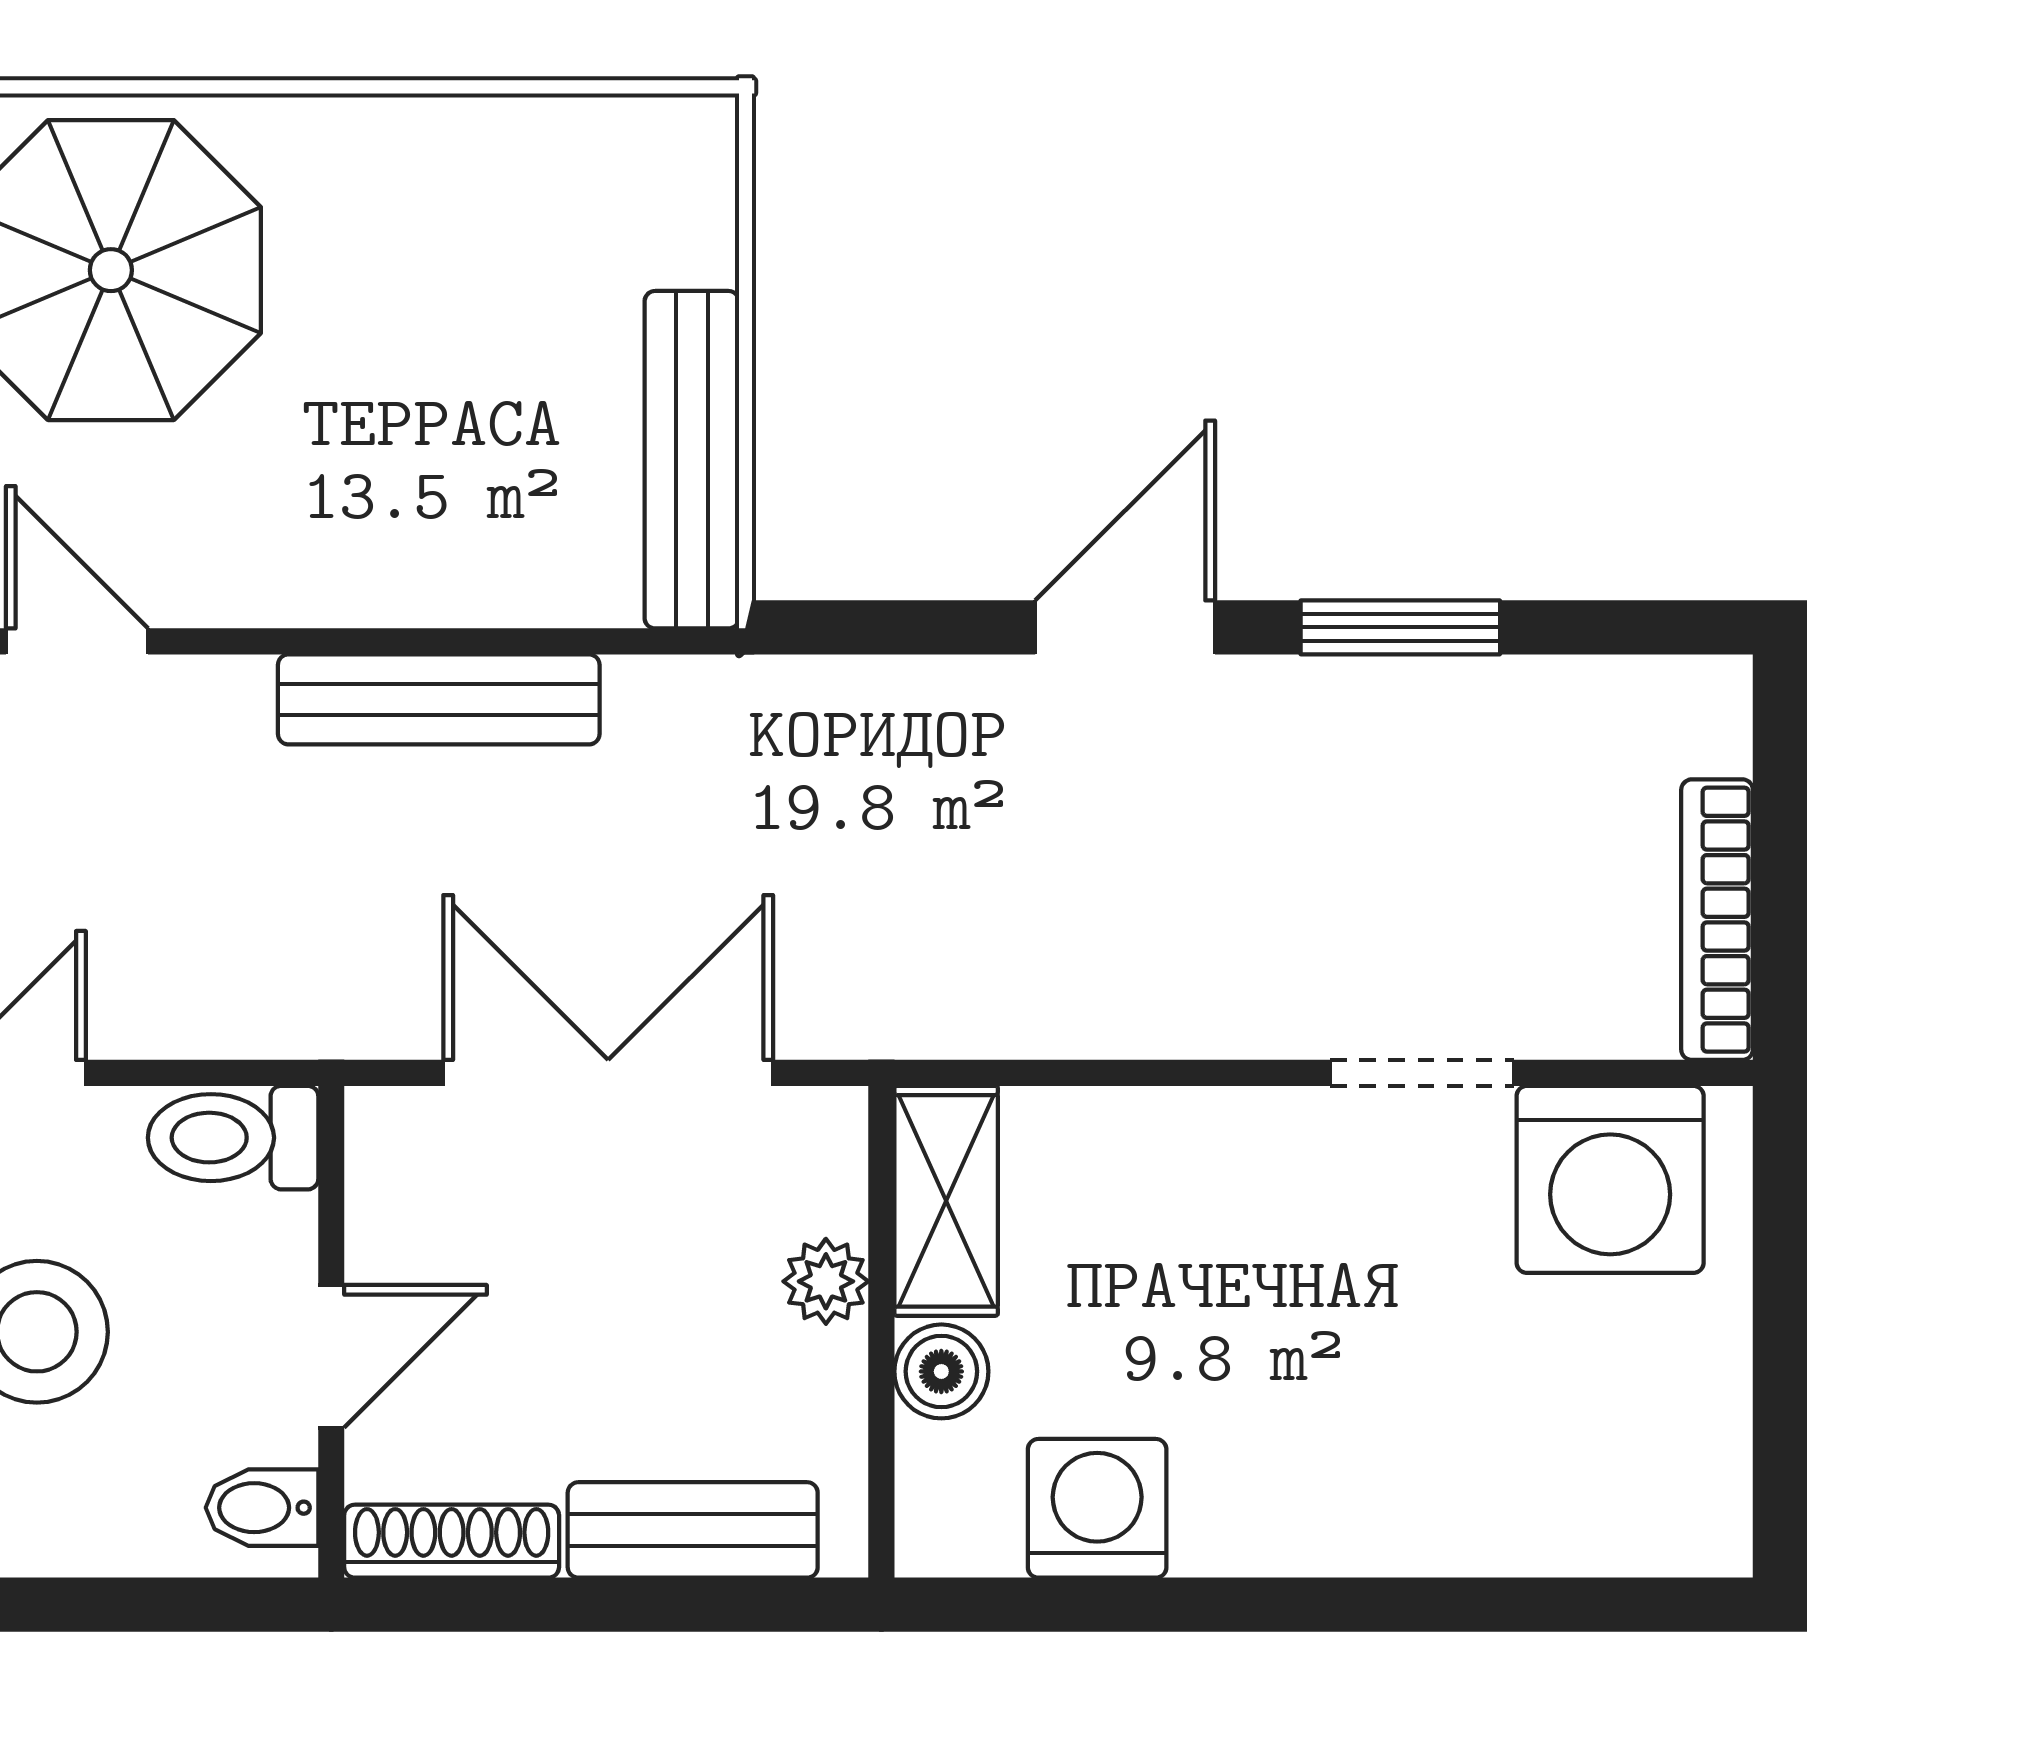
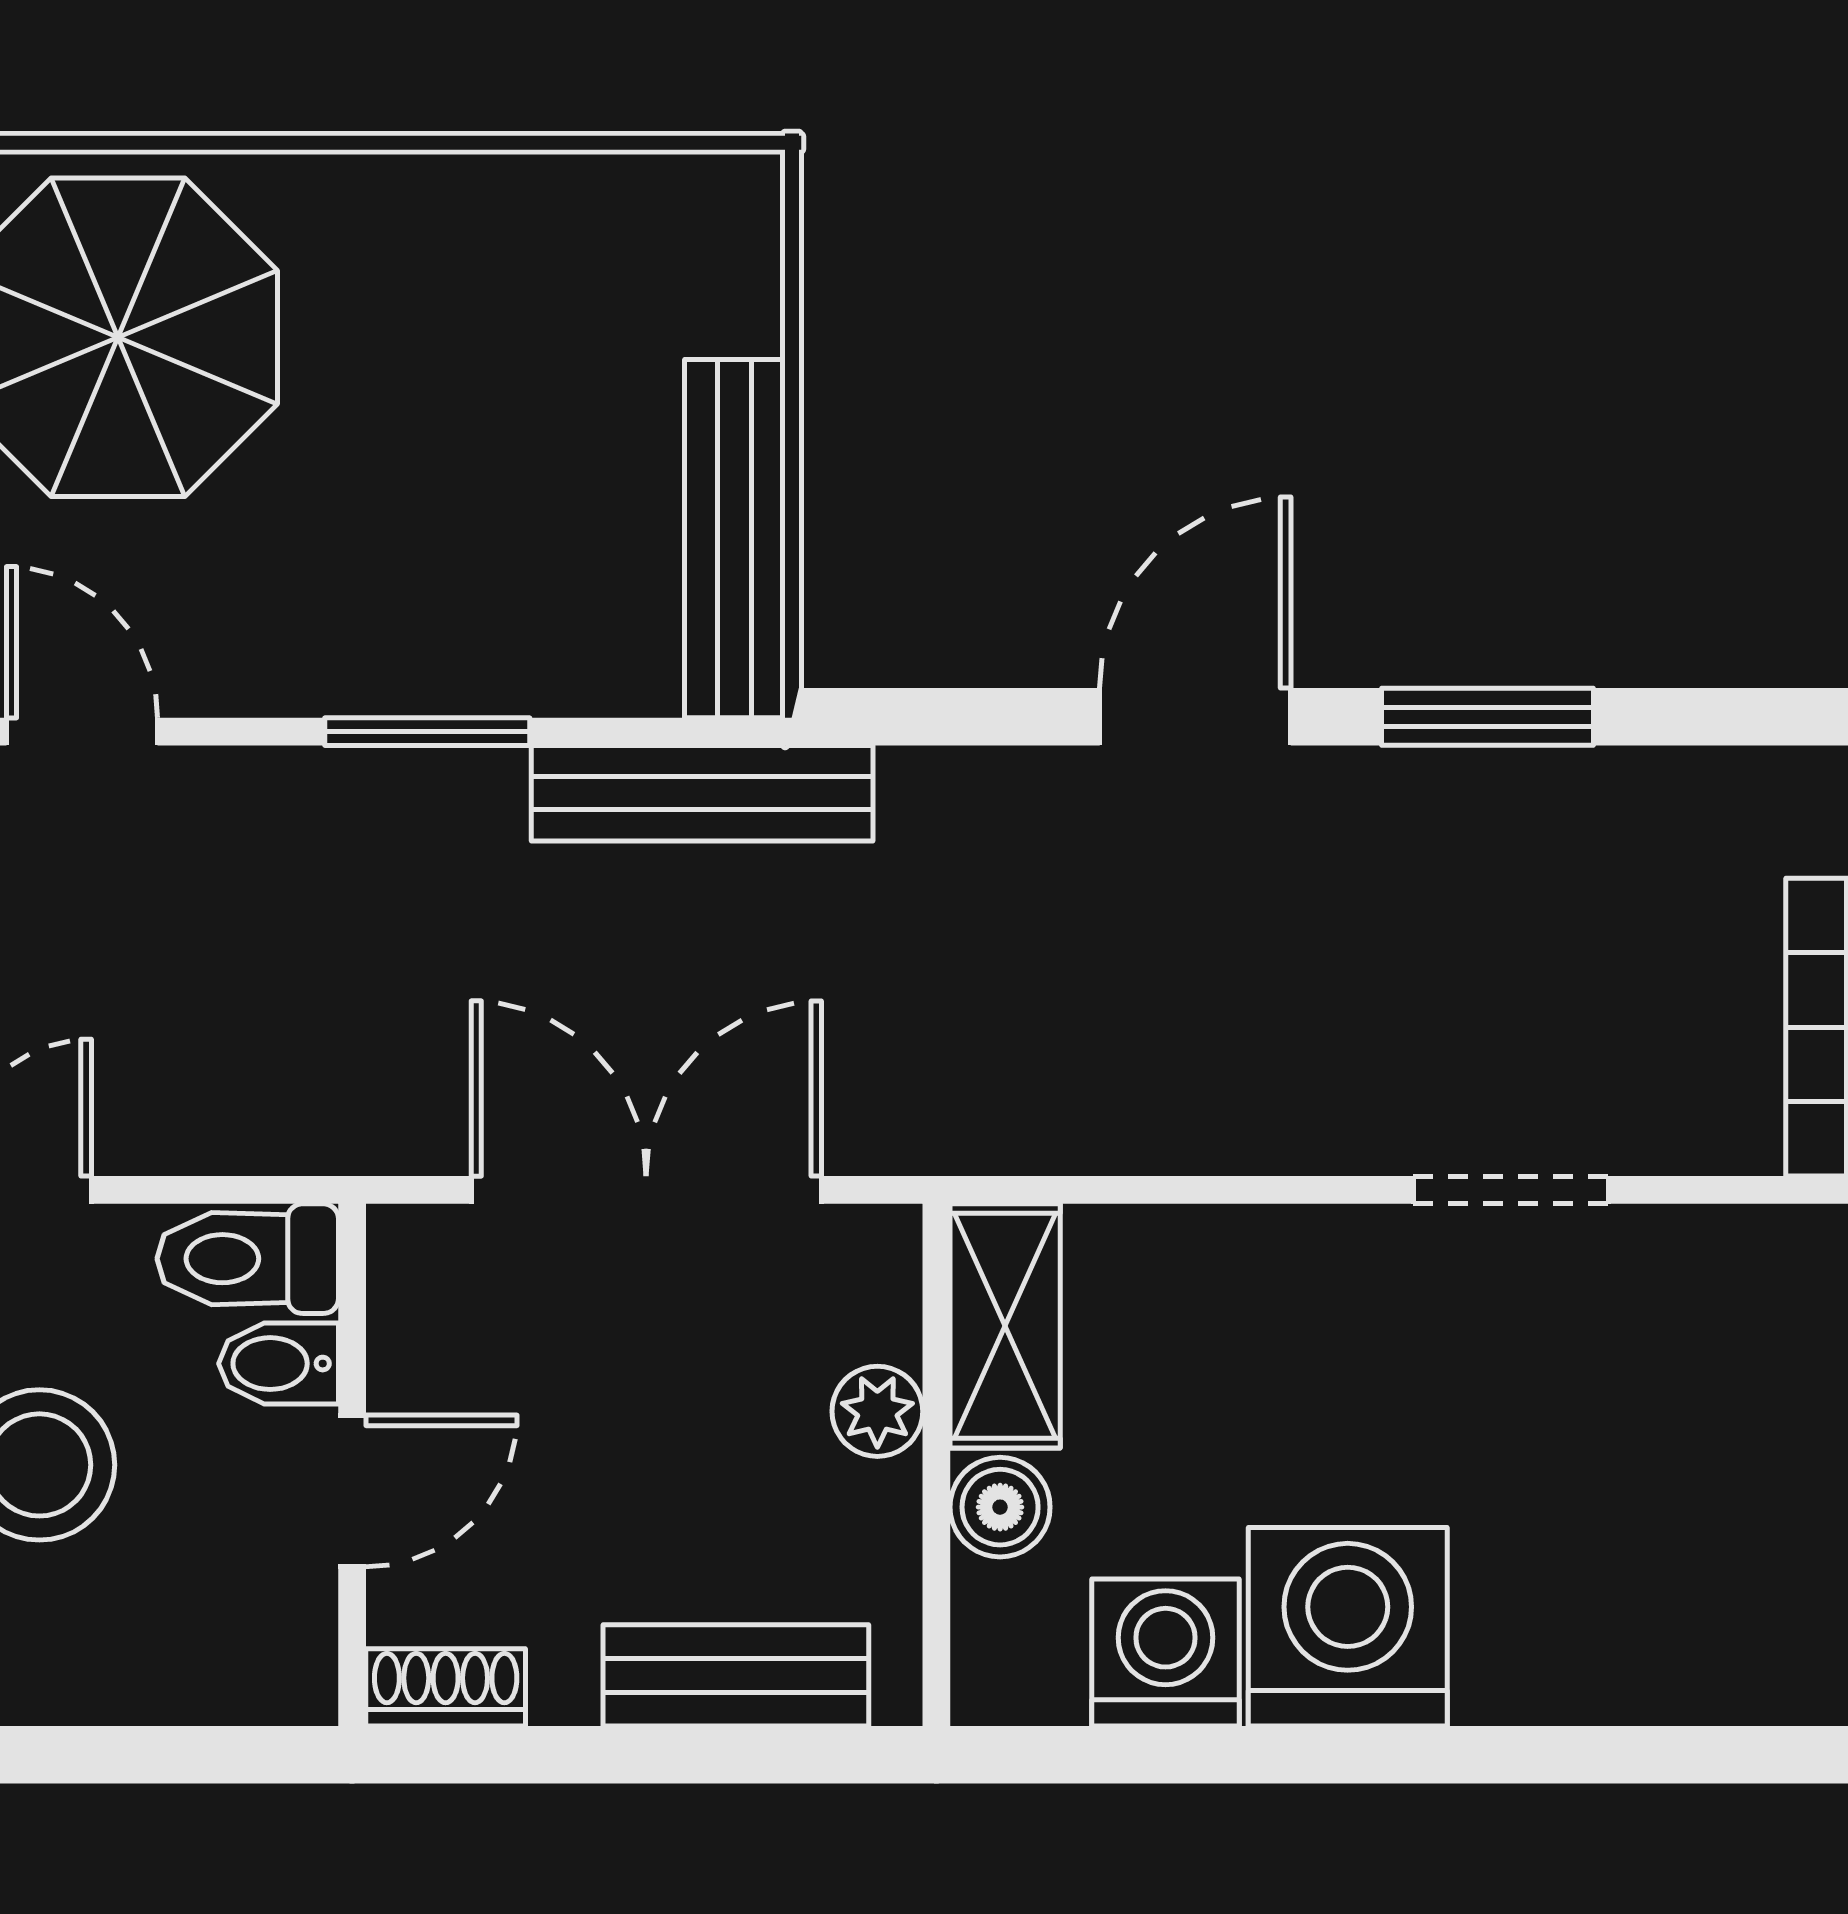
window: (402, 641) -> (427, 732), added
bench: (439, 699) -> (702, 793), moved
washing machine: (1610, 1179) -> (1348, 1627), moved, turned 180
bidet: (262, 1508) -> (278, 1364), moved
shoe rack: (452, 1541) -> (446, 1687), width x0.70

